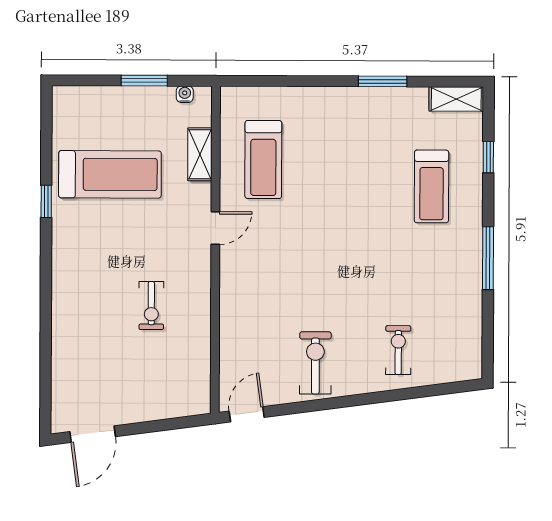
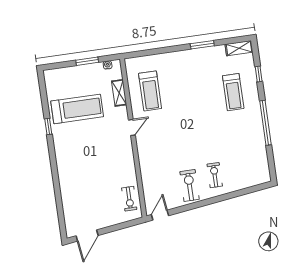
window: (488, 258) -> (266, 123), width x1.46
exercise bike: (151, 306) -> (129, 199), moved
exercise bike: (398, 350) -> (215, 175), moved

